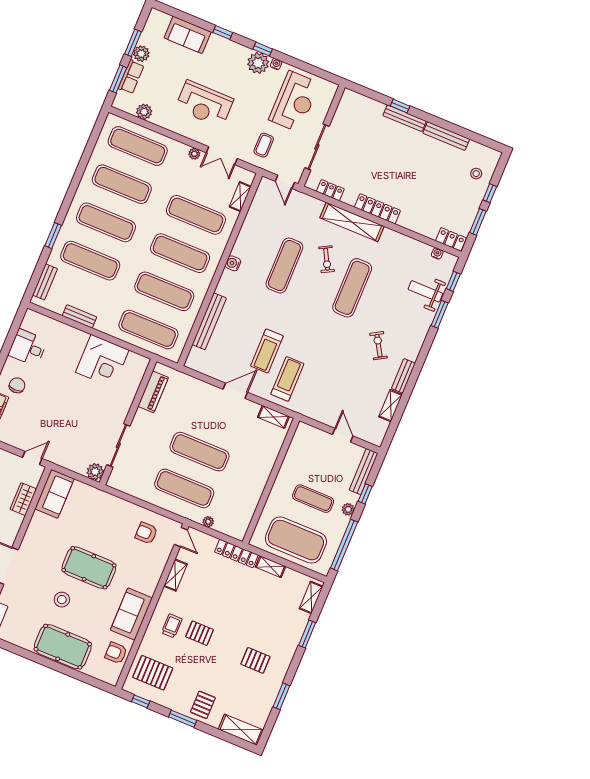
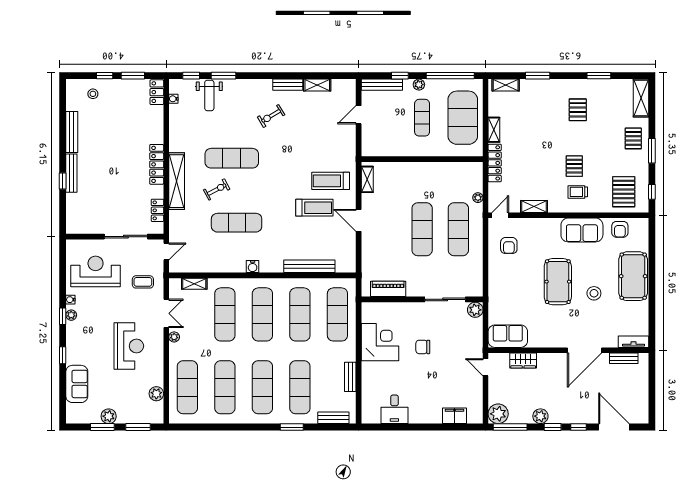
plant: (258, 63) -> (71, 315), width x0.53, depth x0.53
row of seats: (131, 77) -> (132, 417), removed
chair: (17, 385) -> (423, 347), moved
pallet: (203, 705) -> (633, 138), turned 90

